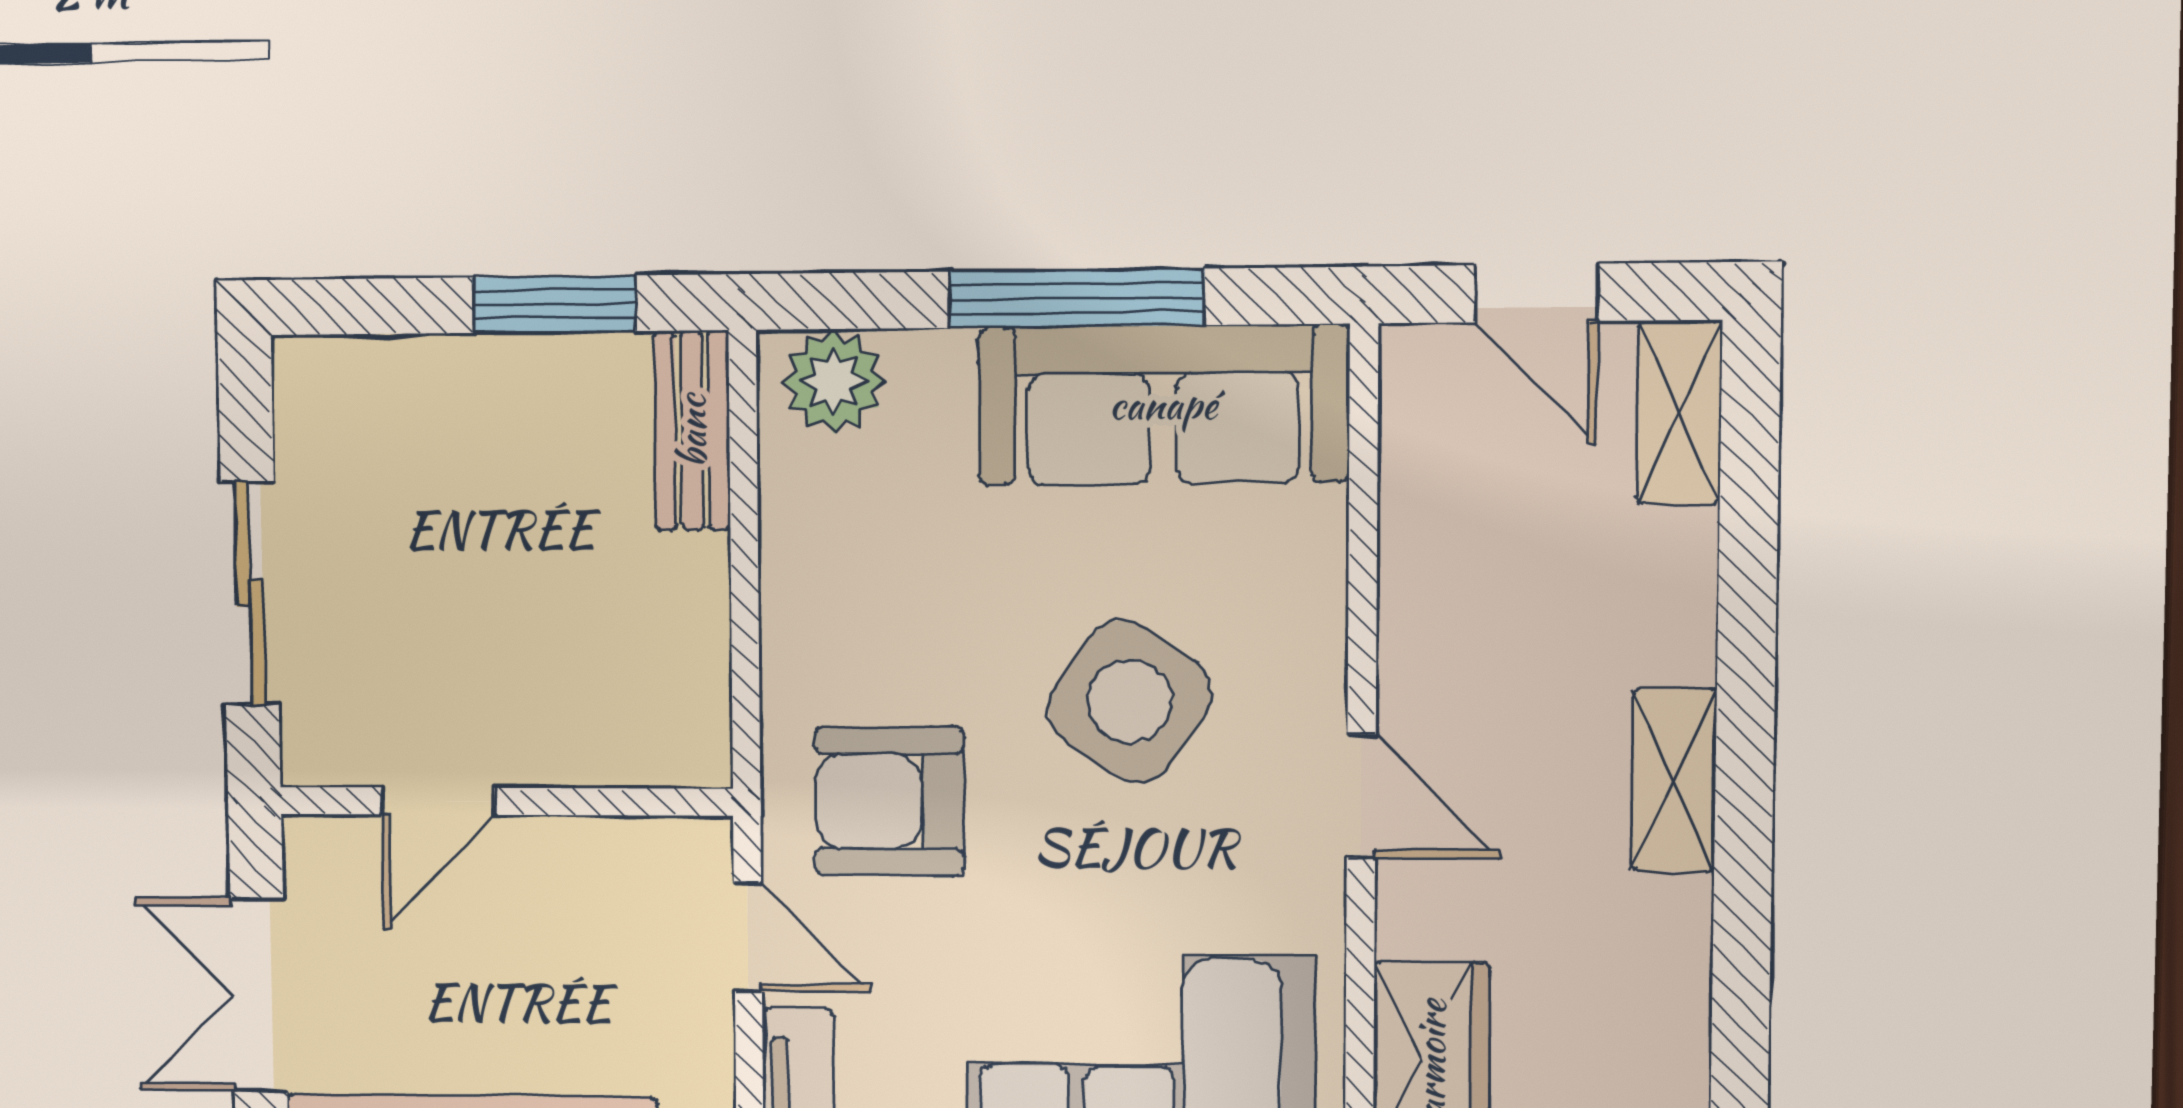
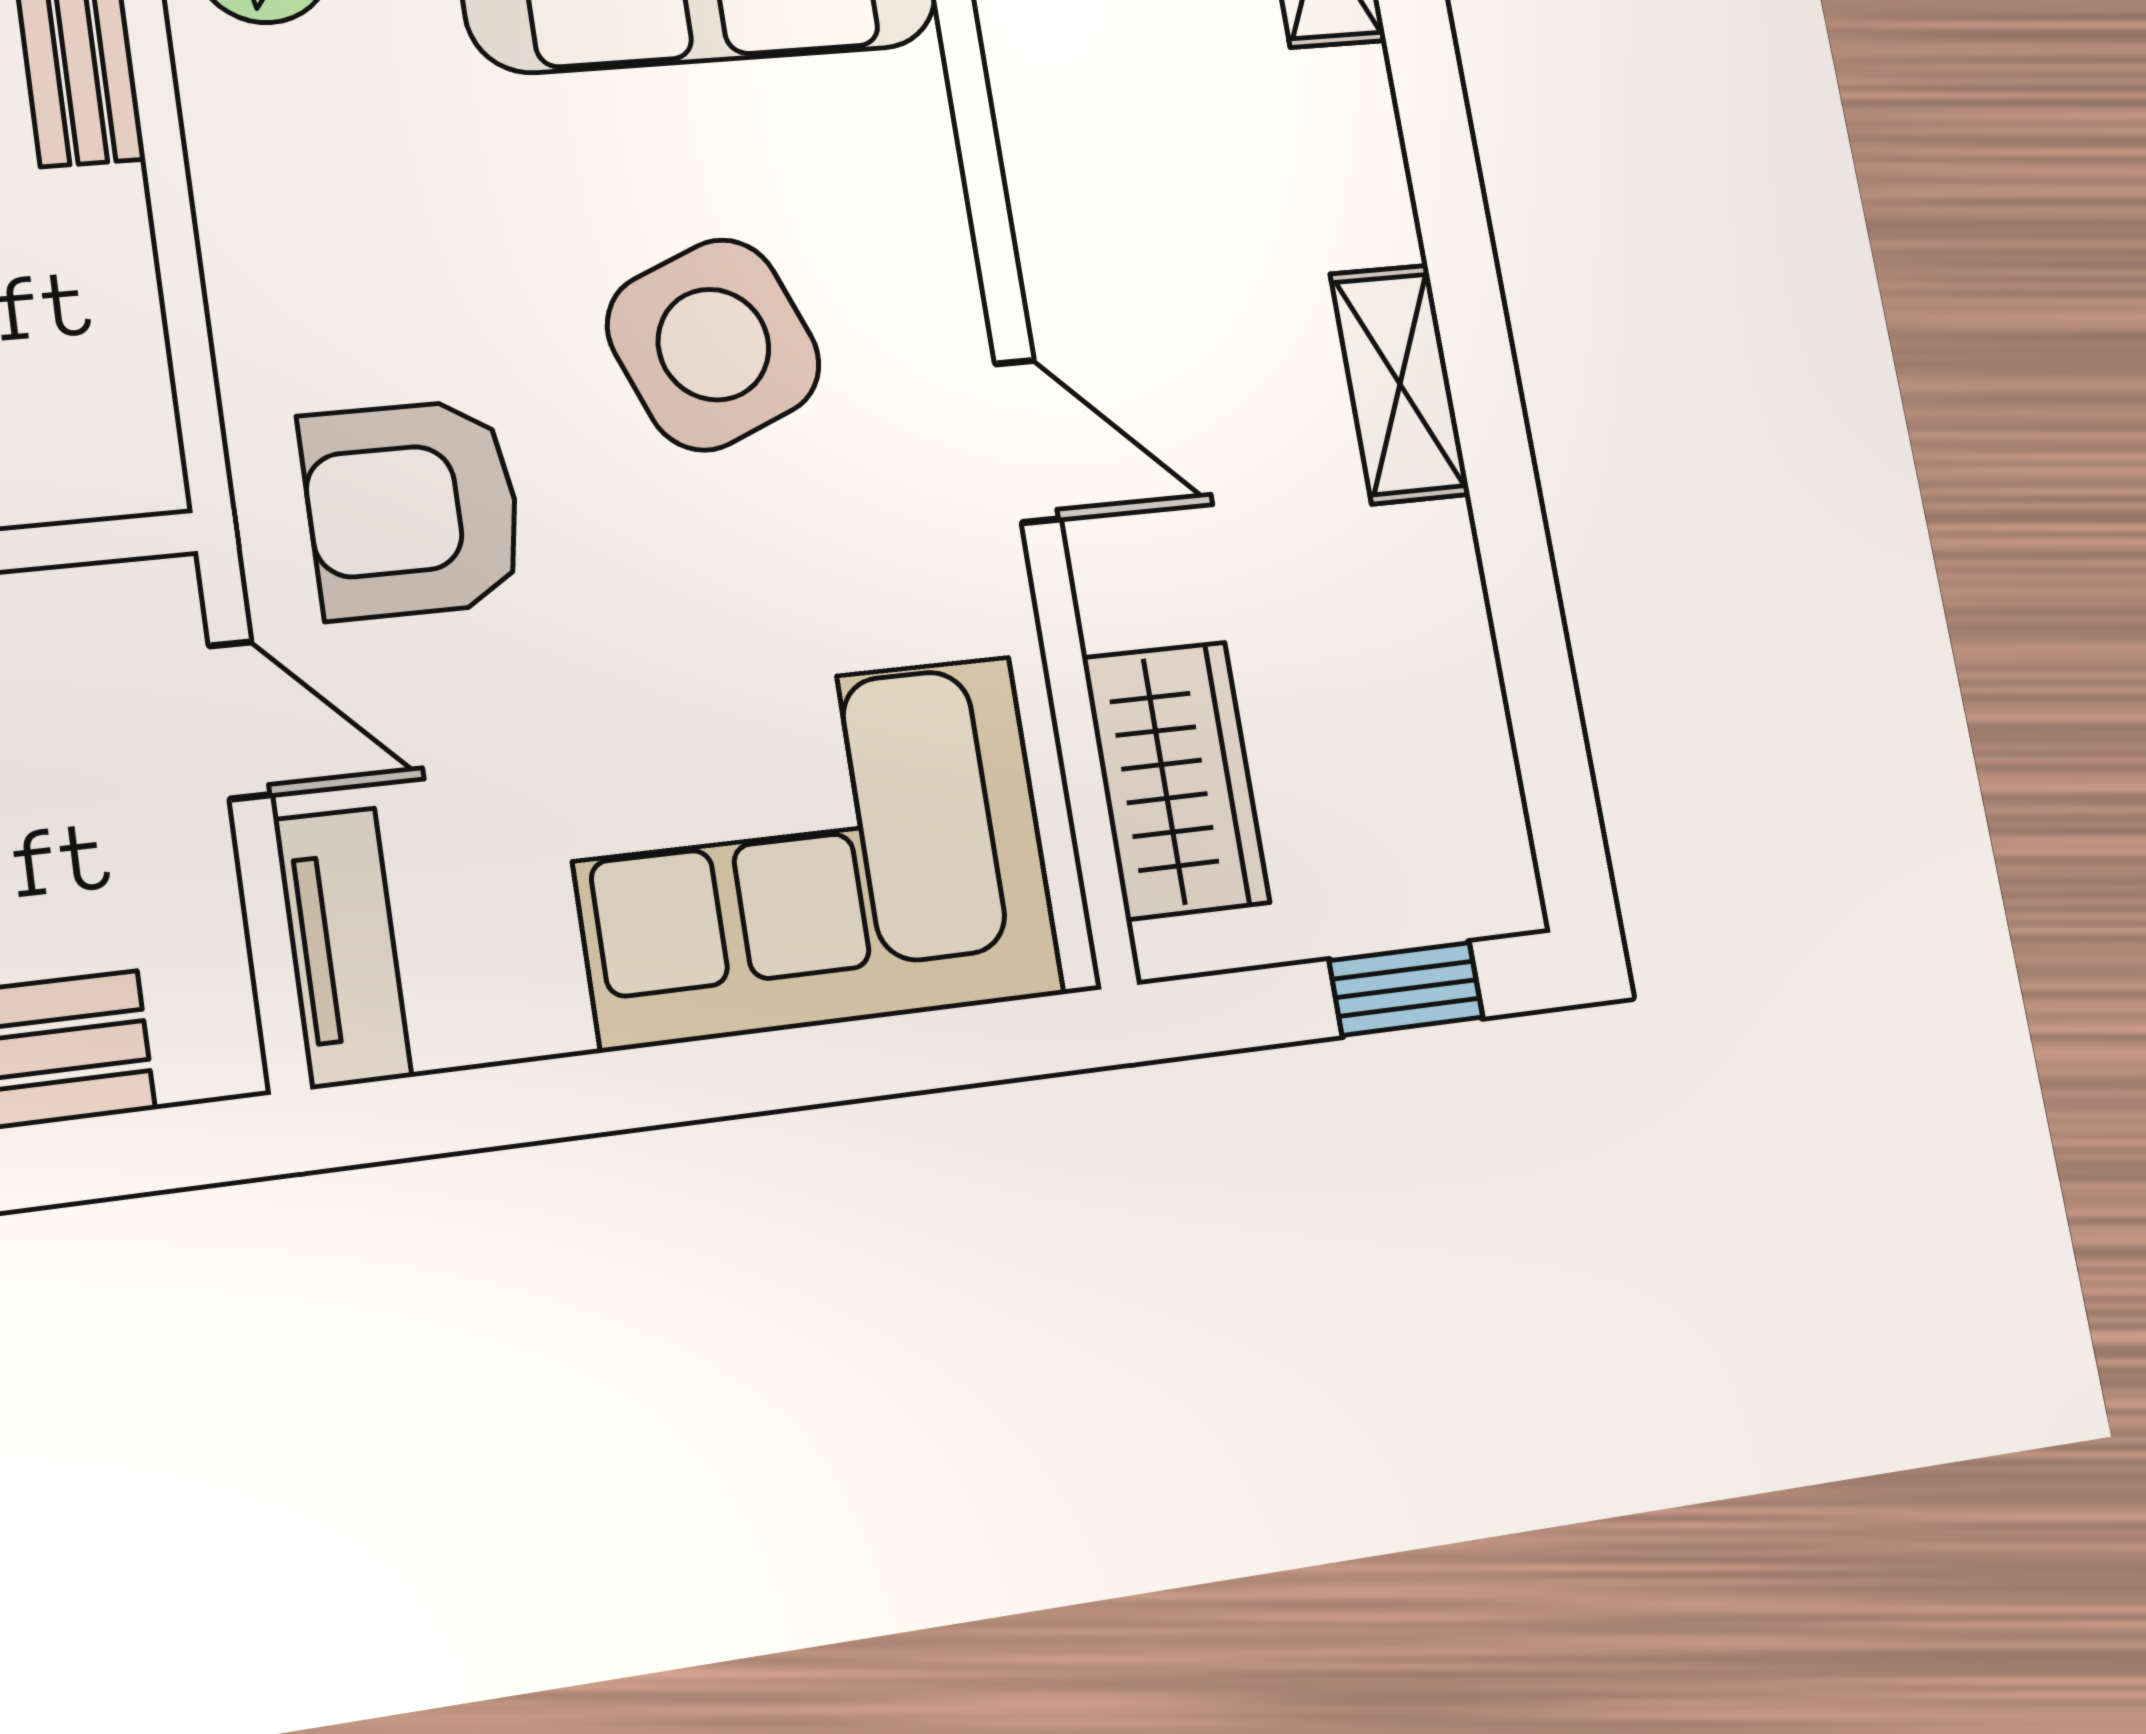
side table: (1130, 701) -> (713, 345), turned 33

